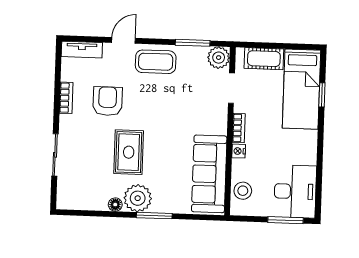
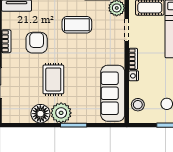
coffee table: (156, 62) -> (77, 25), moved
floor lamp: (115, 205) -> (40, 114), width x1.89, depth x1.89

